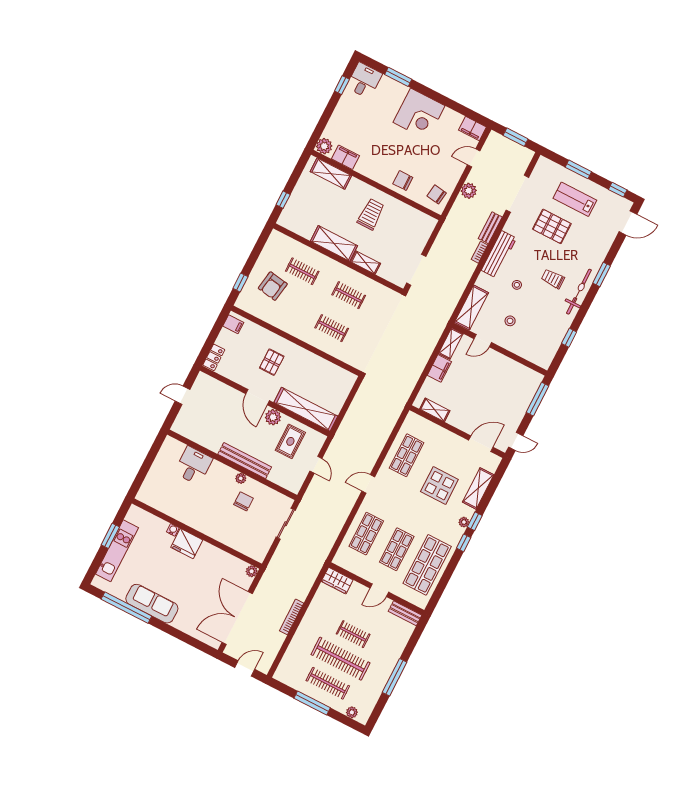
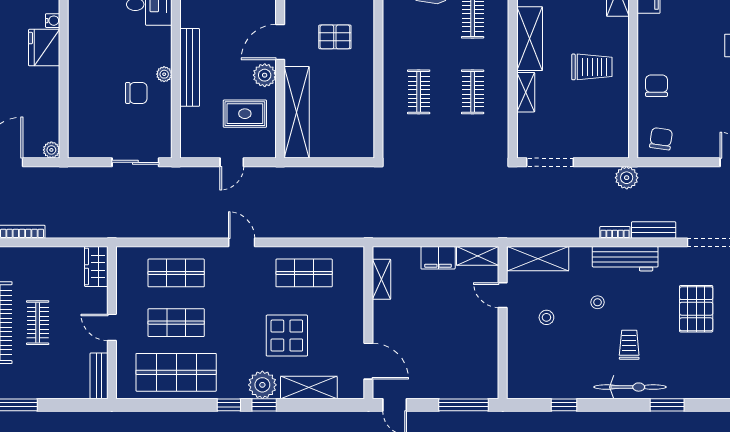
plant: (469, 191) -> (627, 178), moved
plant: (464, 522) -> (262, 385), width x1.88, depth x1.88

